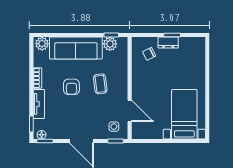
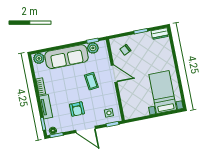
dresser: (168, 43) -> (160, 34), moved
armchair: (71, 87) -> (77, 109), moved
door: (130, 111) -> (114, 74), moved

